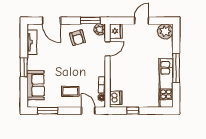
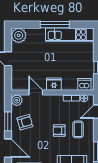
door: (51, 21) -> (8, 148), hinge flipped
window: (90, 21) -> (8, 121), moved
fridge: (116, 31) -> (54, 84), moved
armchair: (69, 72) -> (59, 131), added

